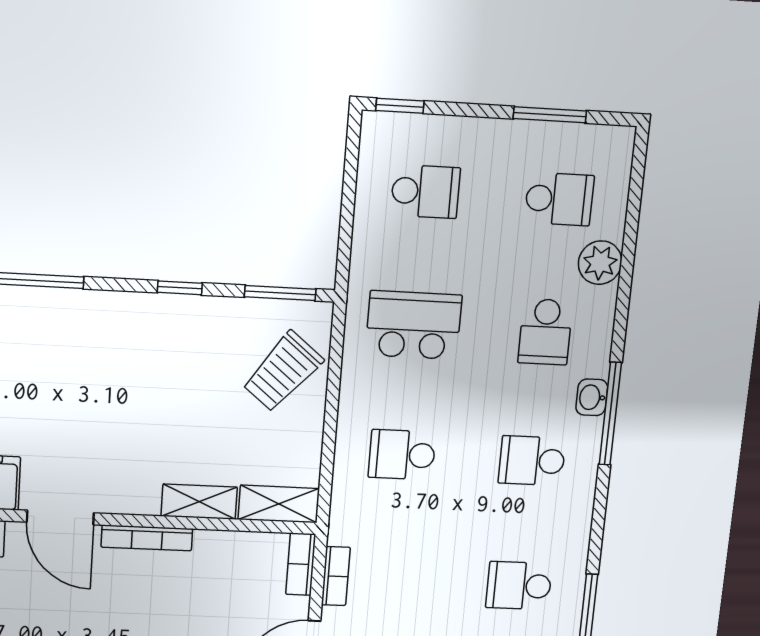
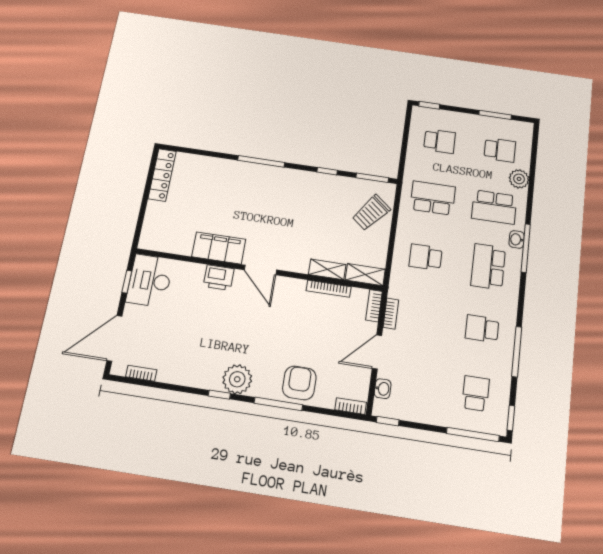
school desk: (545, 332) -> (494, 207), width x1.85
school desk: (532, 461) -> (488, 267), width x1.85
bookcase: (147, 538) -> (329, 289), moved

